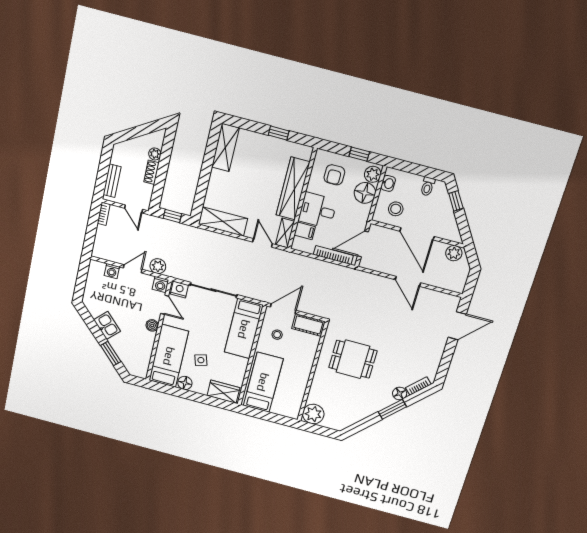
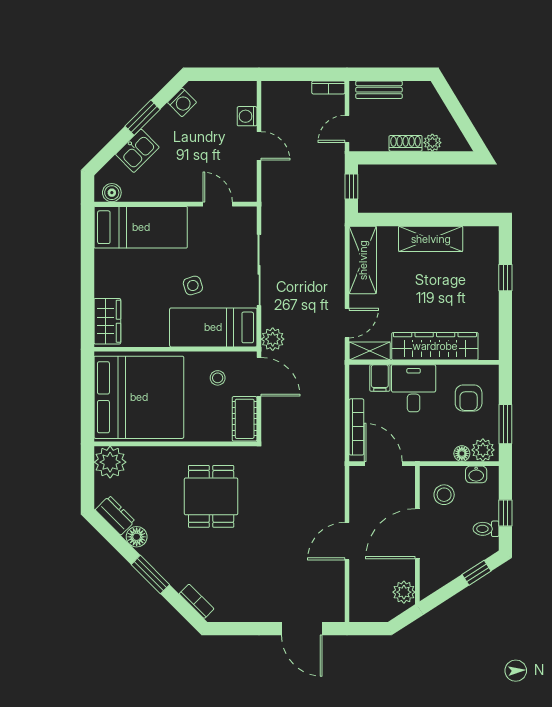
window: (279, 133) -> (505, 278), moved
shelving: (225, 148) -> (431, 239), moved
window: (359, 154) -> (505, 424), width x1.50
window: (421, 170) -> (505, 513), added
armchair: (334, 175) -> (469, 398), turned -90
floor lamp: (365, 193) -> (462, 454), width x0.53, depth x0.53
plant: (158, 266) -> (273, 339), moved
washing machine: (160, 285) -> (182, 102), moved, turned -135
nightstand: (179, 290) -> (246, 221), removed
door: (165, 305) -> (218, 204), swing flipped
kitchen sink: (107, 325) -> (137, 151), moved
boiler: (152, 325) -> (112, 193), moved
window: (111, 354) -> (143, 118), moved
side table: (201, 360) -> (193, 285), moved
bed: (263, 382) -> (139, 397), width x2.04
floor lamp: (185, 383) -> (105, 261), removed
floor lamp: (400, 394) -> (137, 537), moved
dresser: (348, 420) -> (115, 515), added

